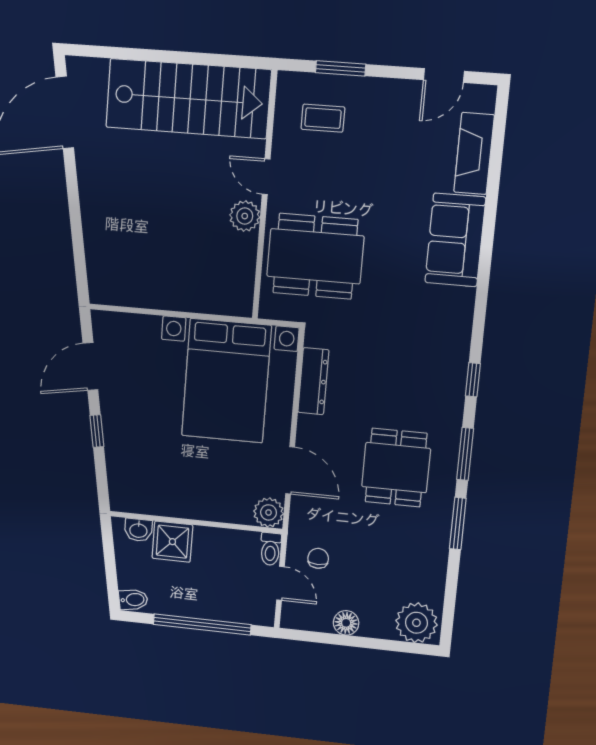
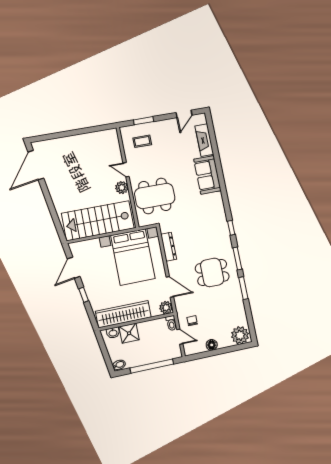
stairs: (188, 99) -> (98, 221), moved, turned 180
dining table: (396, 468) -> (212, 272), turned 90
wardrobe: (171, 498) -> (123, 314), added

